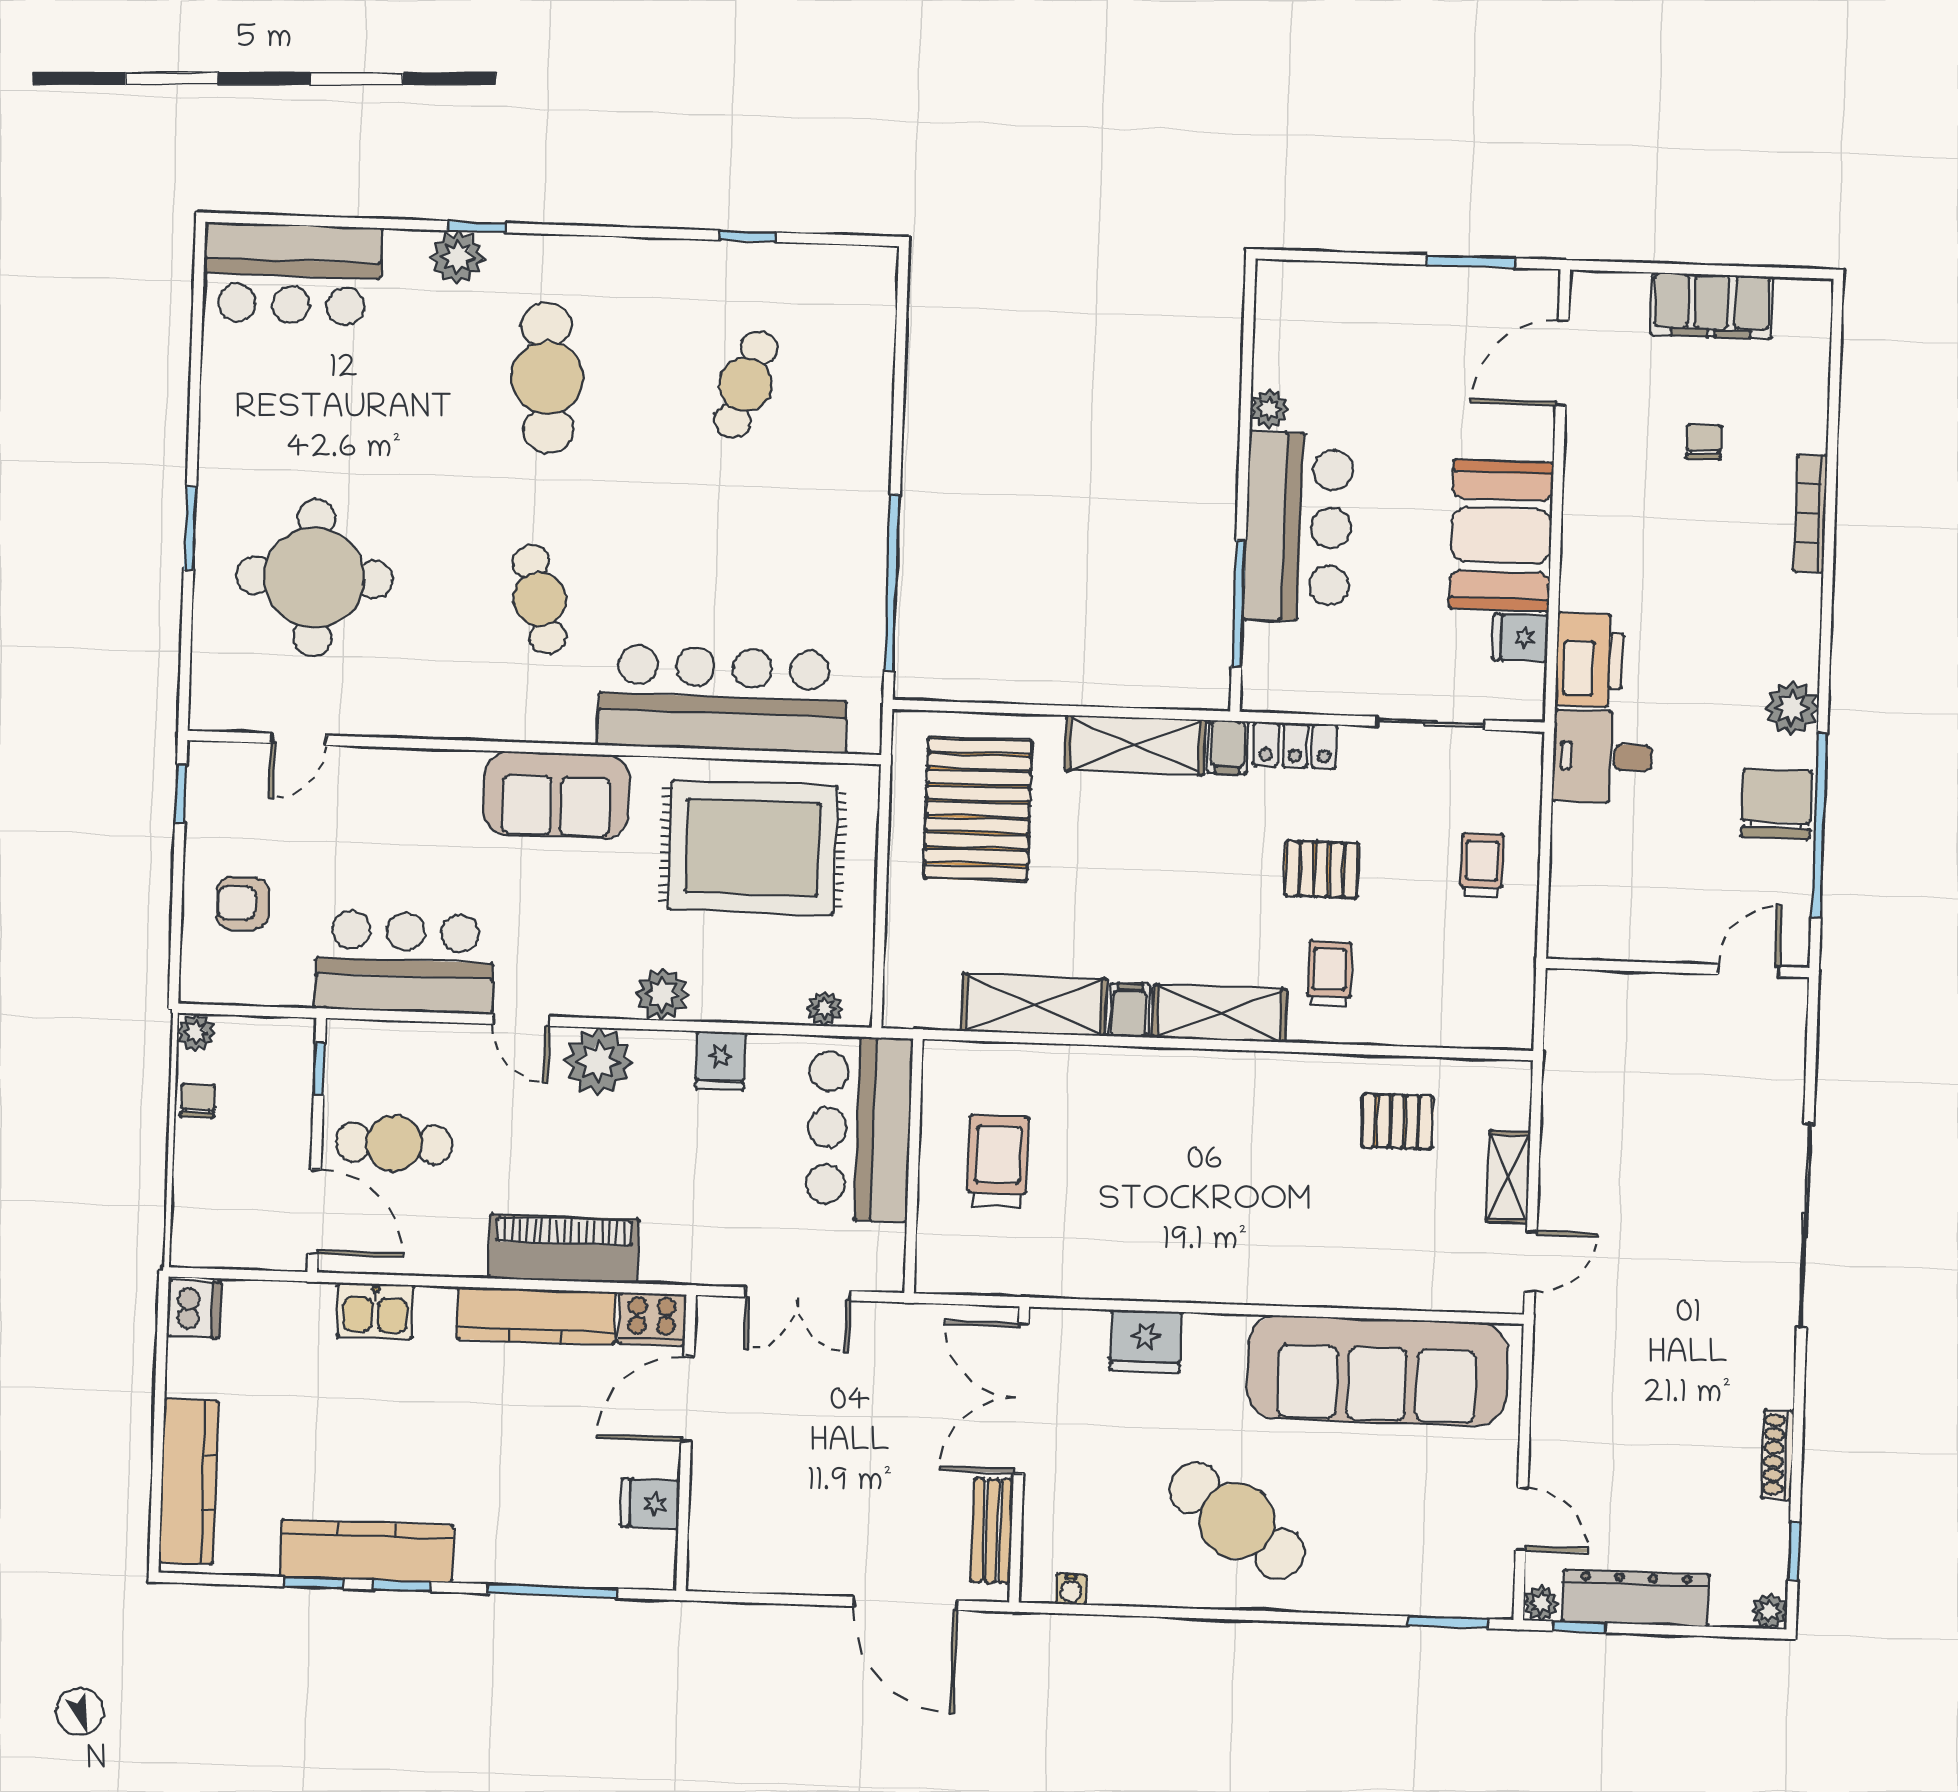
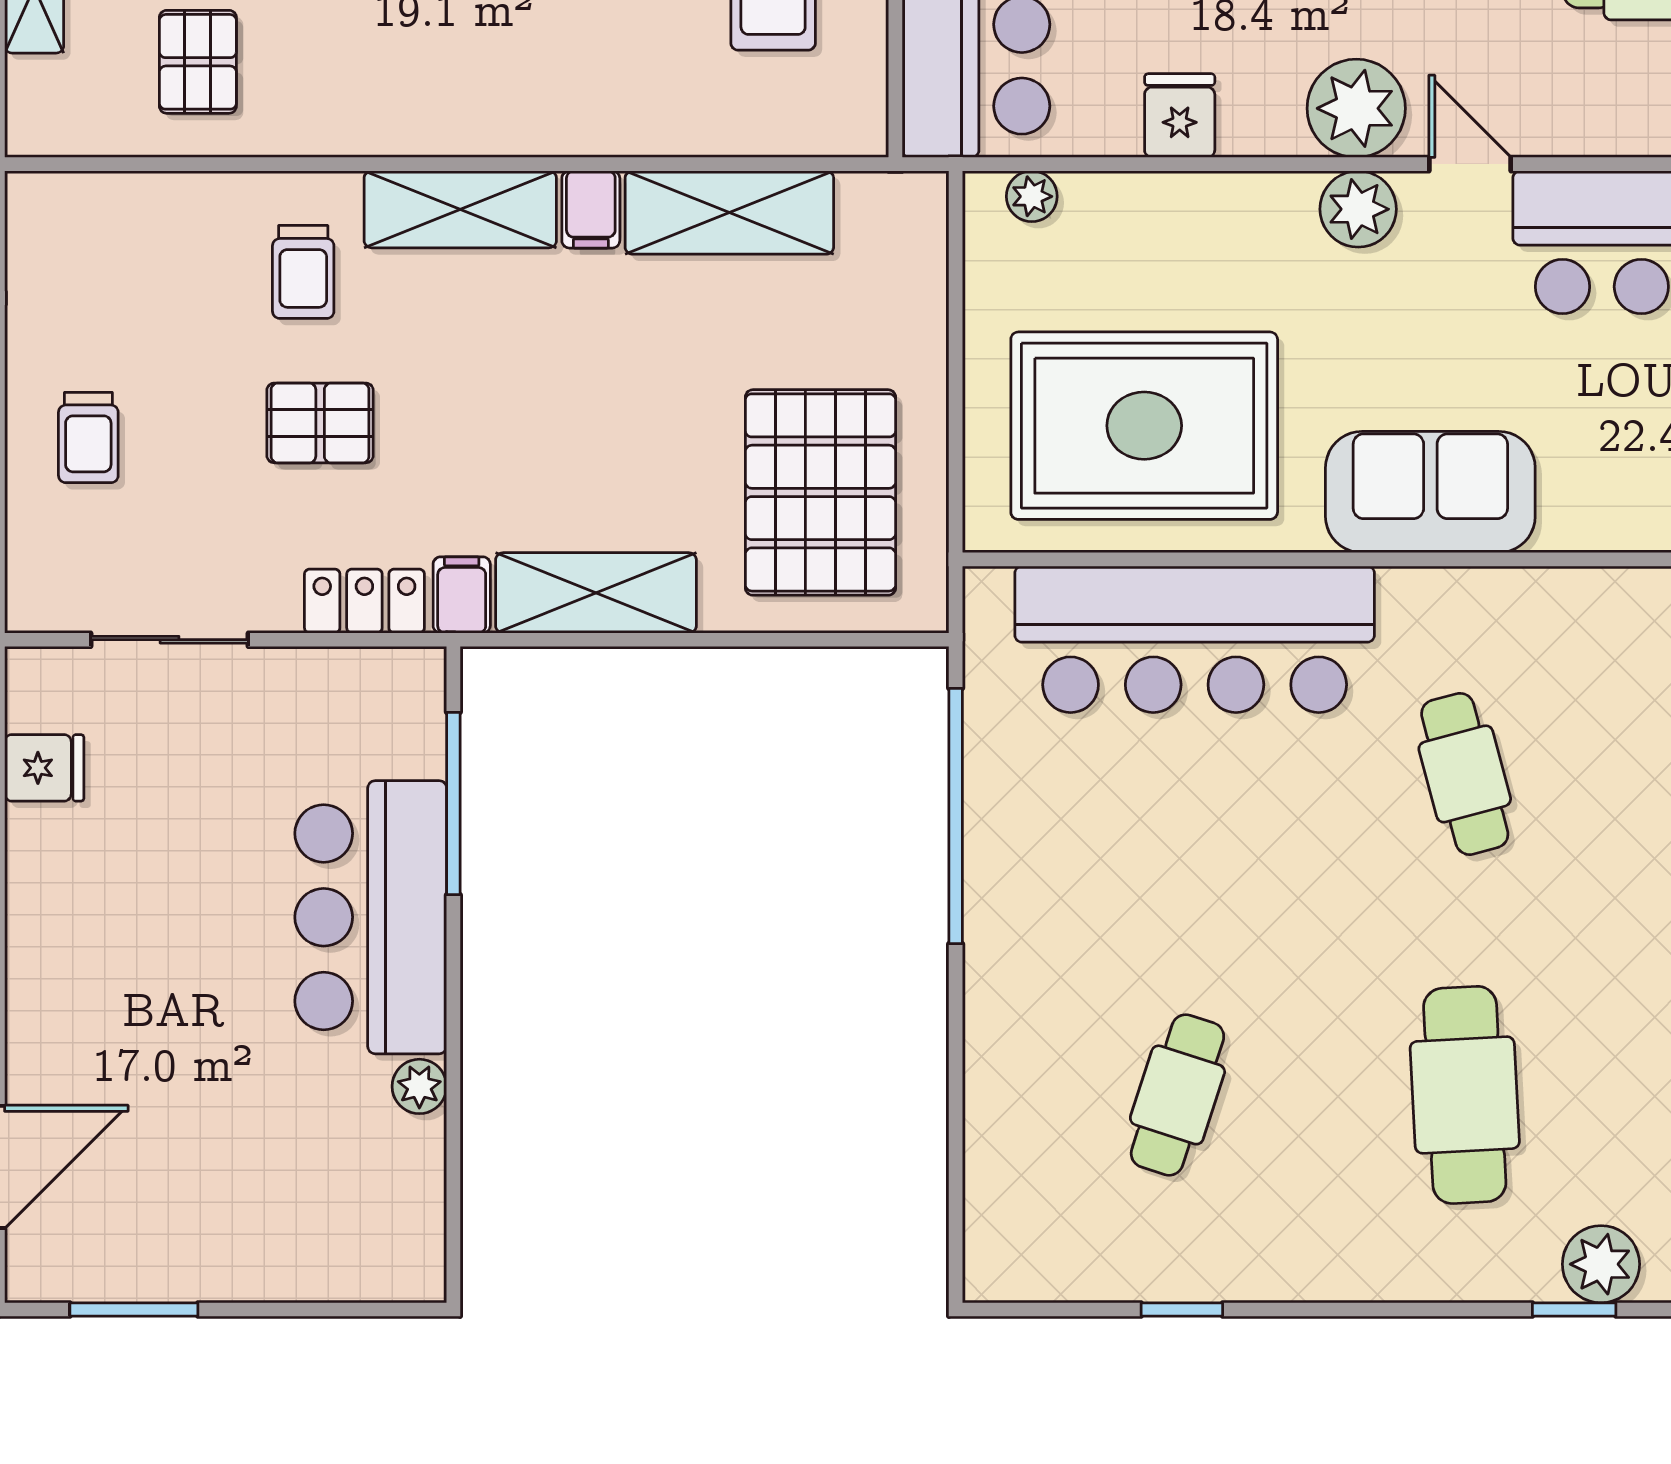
booth: (1501, 536) -> (77, 915), removed
plant: (662, 994) -> (1358, 209), moved
pallet: (1397, 1122) -> (198, 62), turned 90

